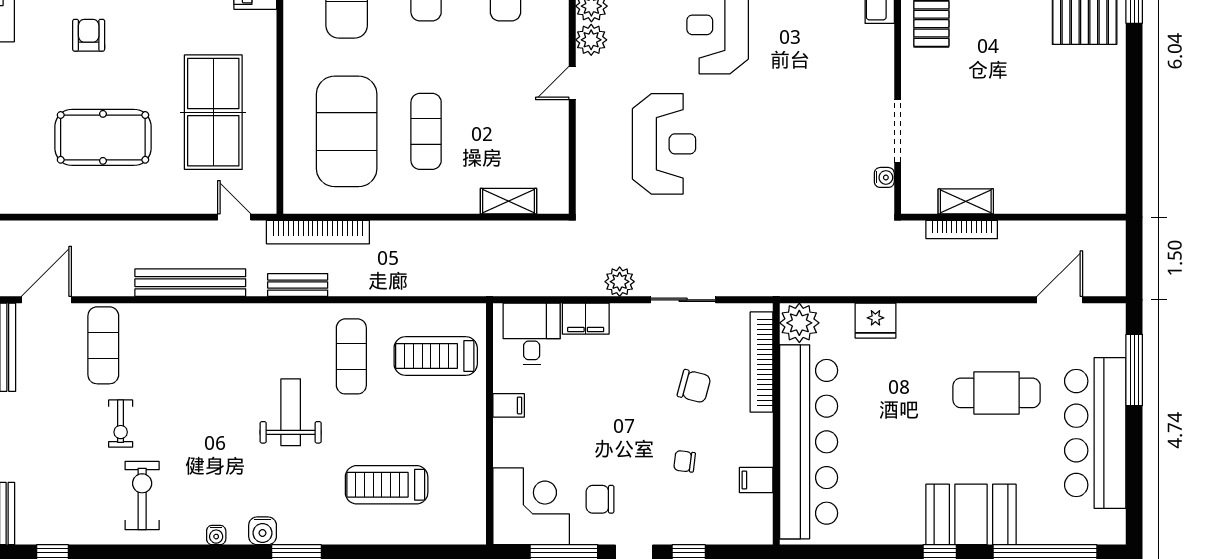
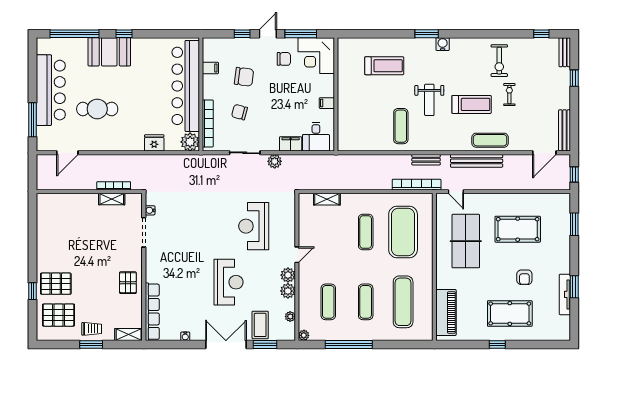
exercise mat: (103, 345) -> (490, 140), moved, turned 90
treadmill: (436, 356) -> (472, 104), moved
chair: (685, 461) -> (244, 77), width x1.87, depth x1.87
water cooler: (216, 535) -> (464, 42), removed

